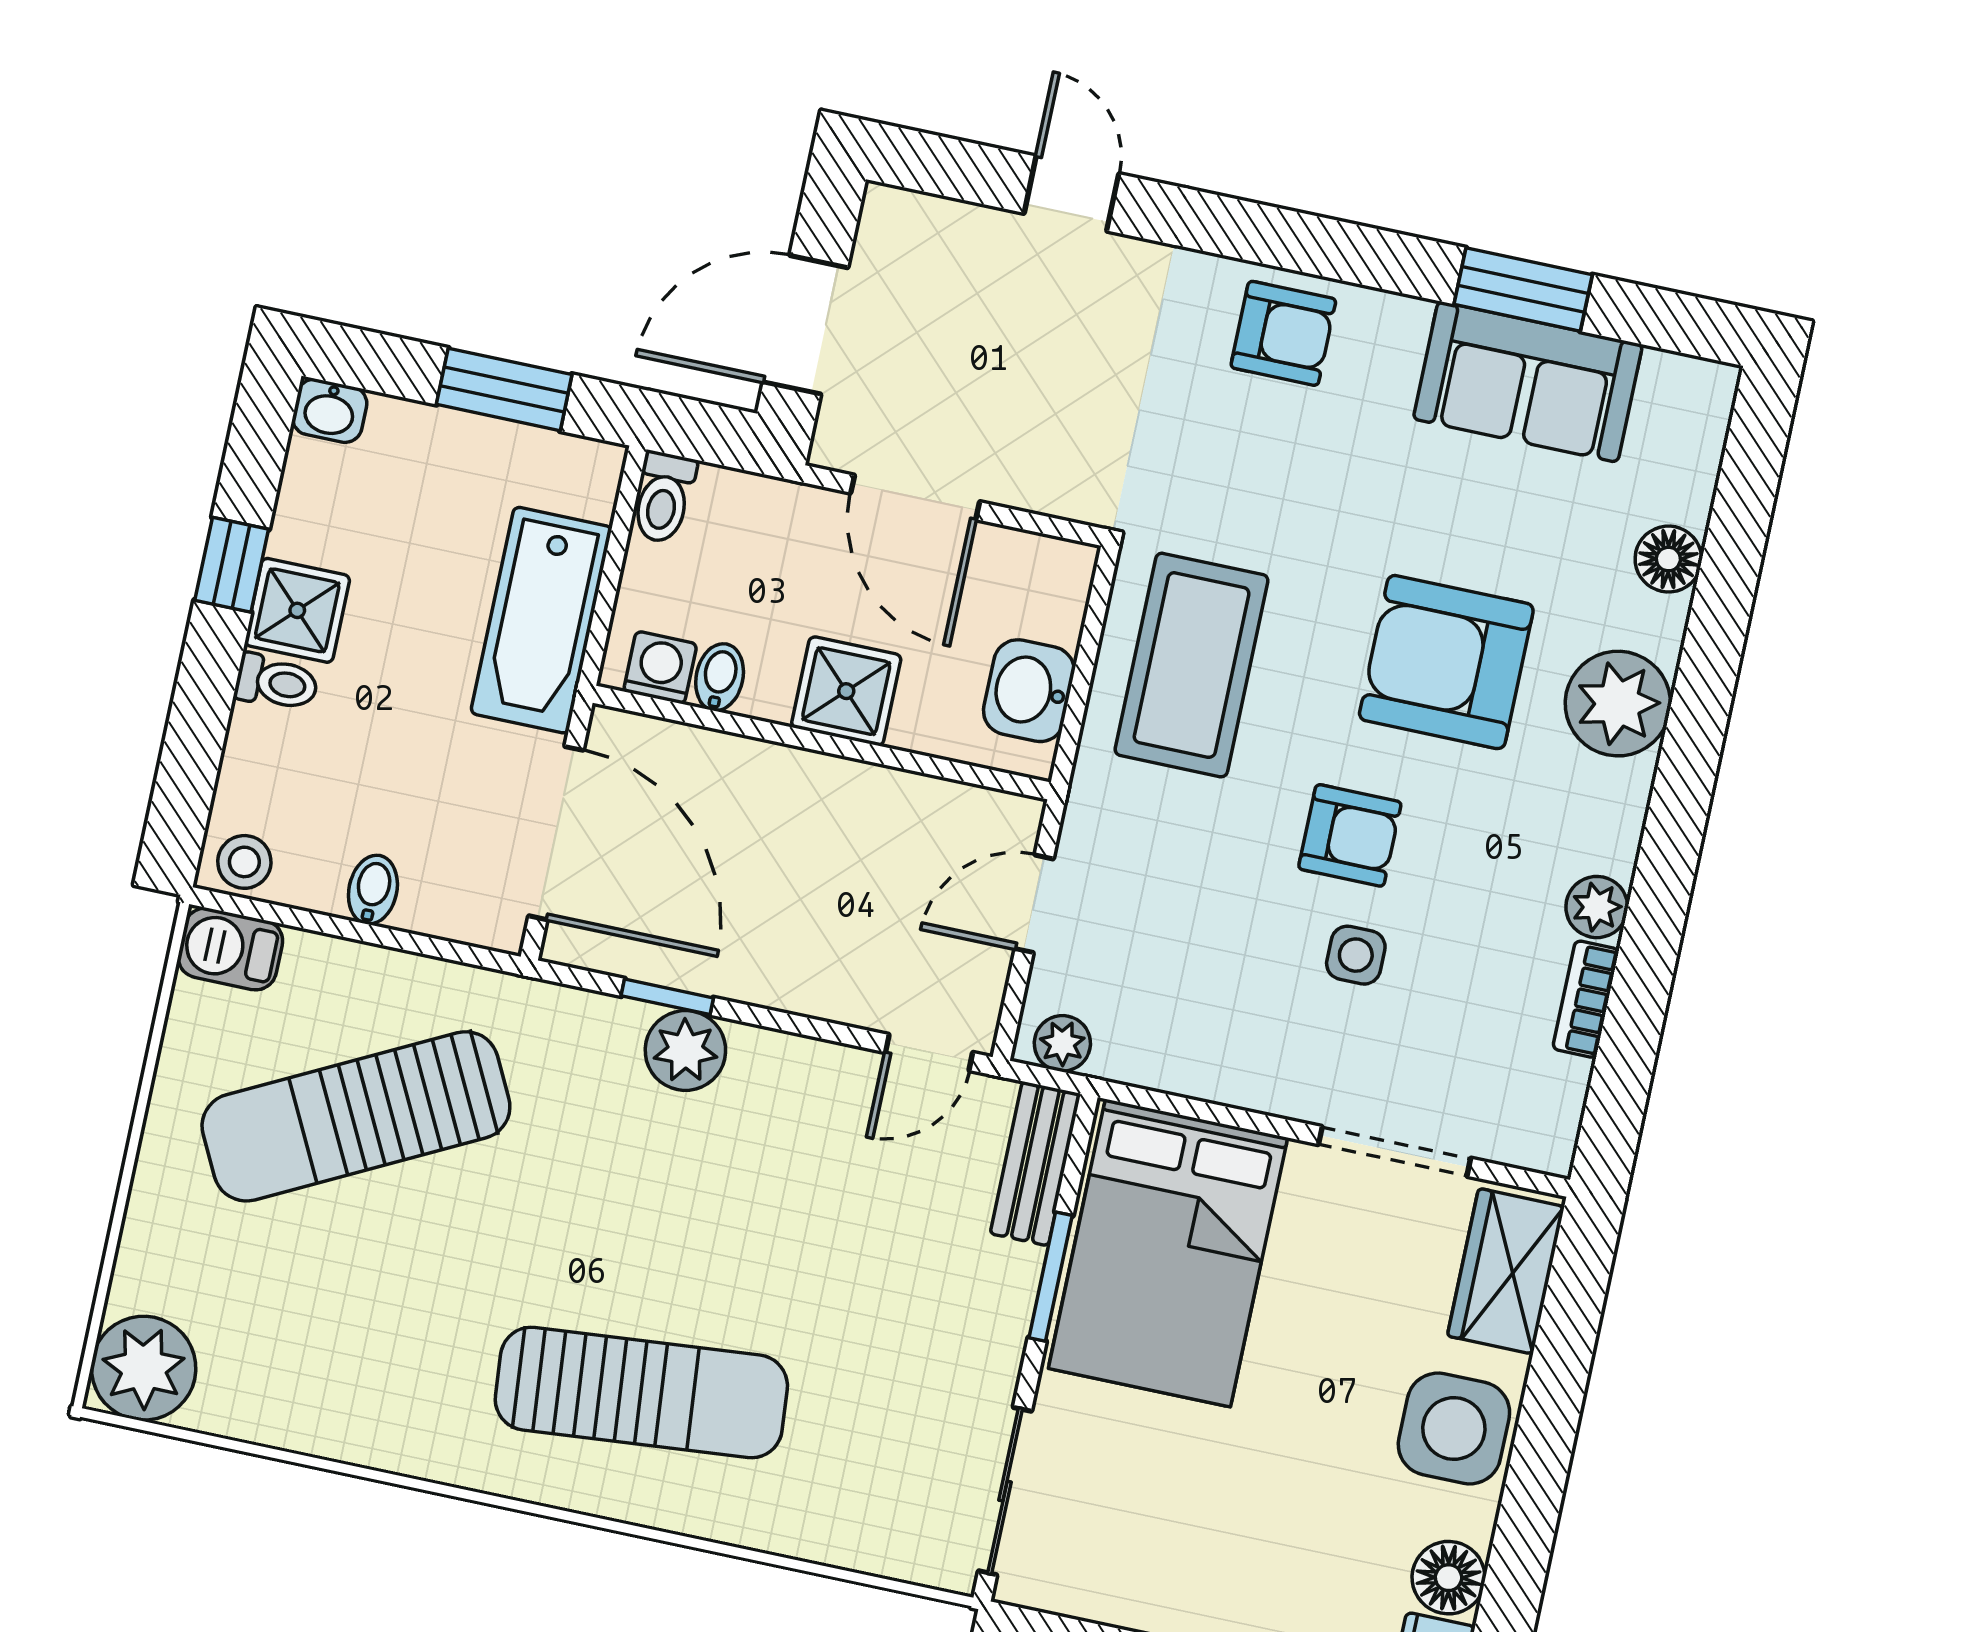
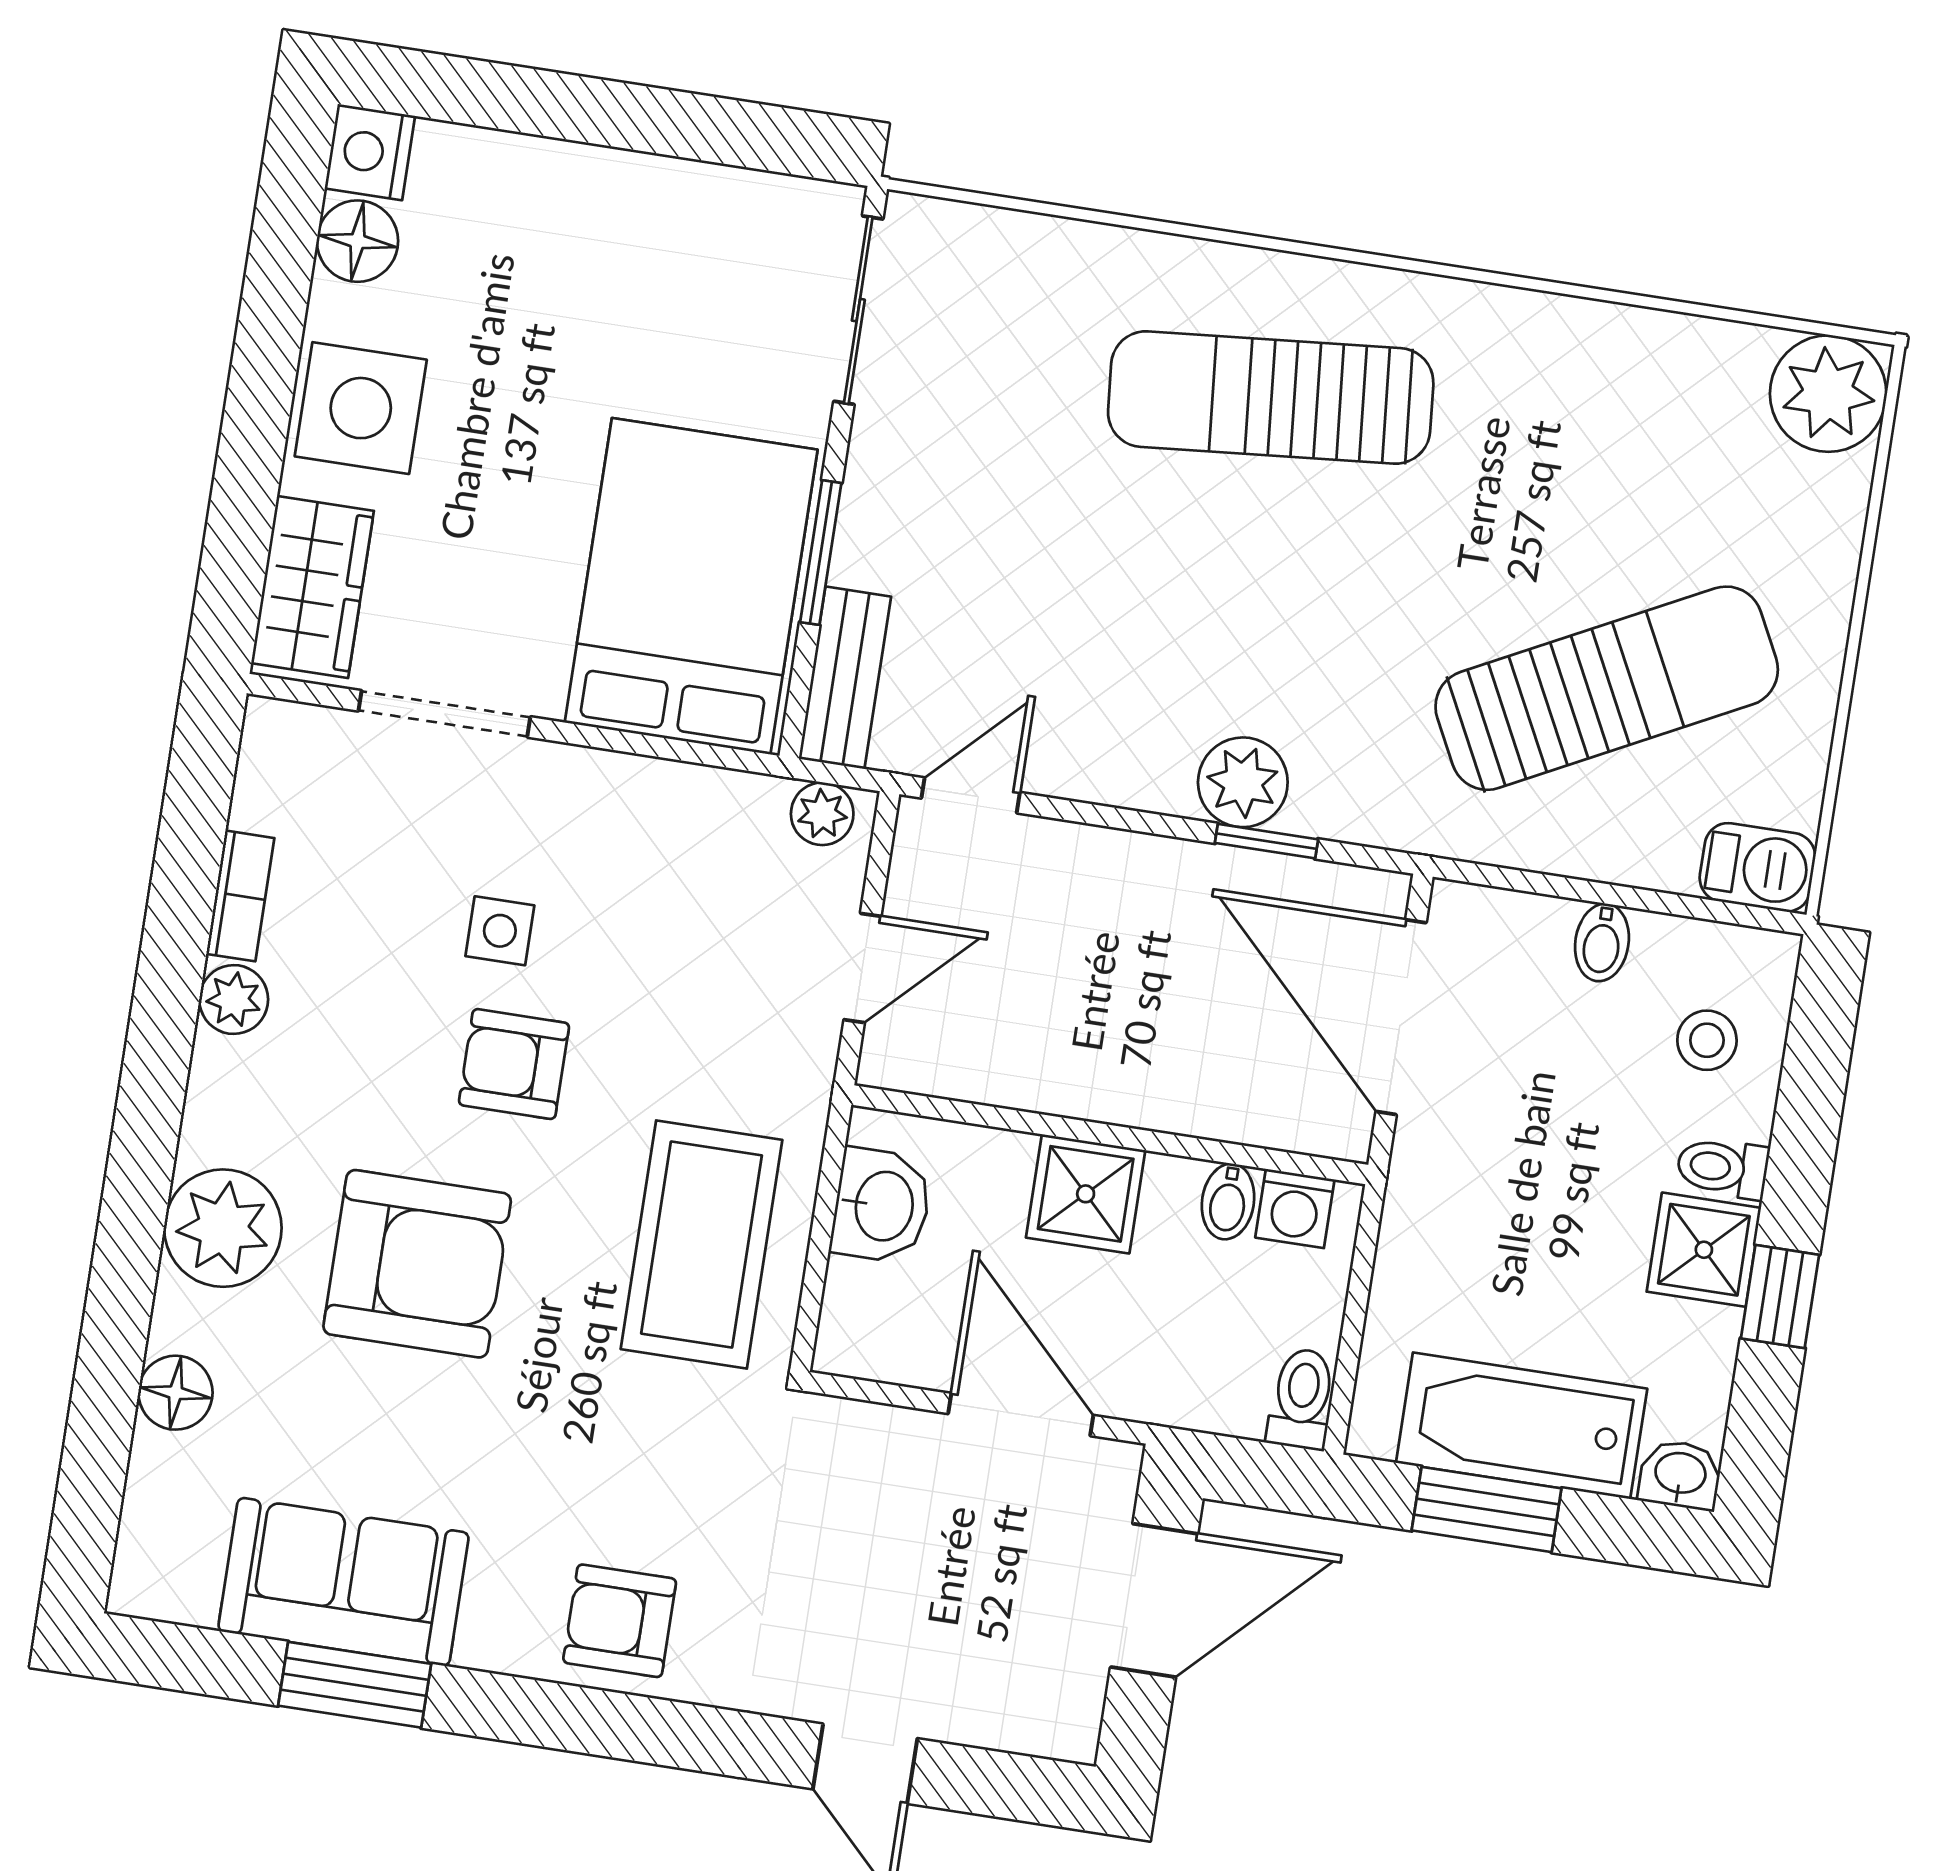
bathtub: (541, 620) -> (1522, 1426), moved, turned -90
stool: (244, 862) -> (1707, 1040), moved

